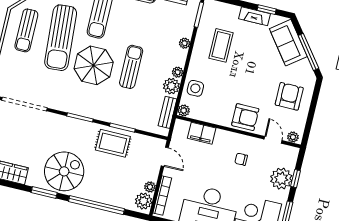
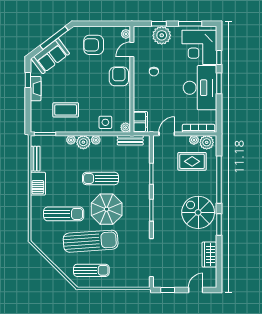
plant: (171, 86) -> (83, 142), moved
filing cabinet: (202, 133) -> (140, 122), moved
rug: (113, 143) -> (192, 161), moved, turned 90

